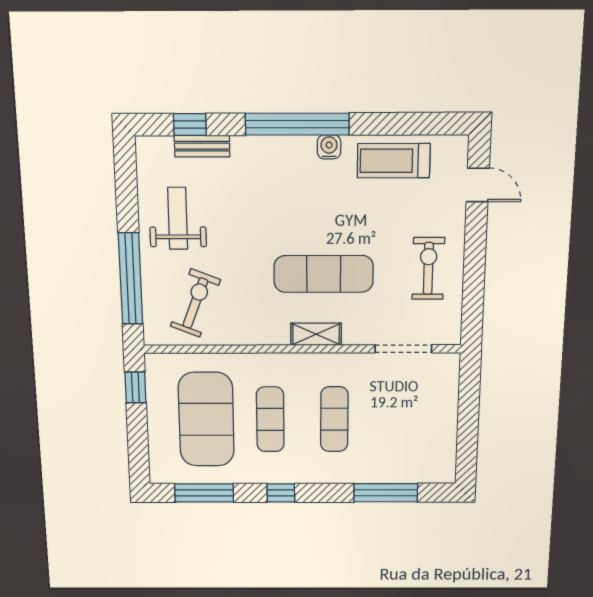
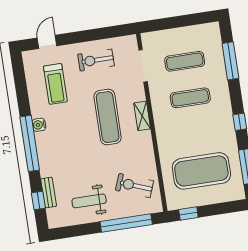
treadmill: (394, 161) -> (55, 84), moved
exercise mat: (270, 419) -> (185, 61), moved

